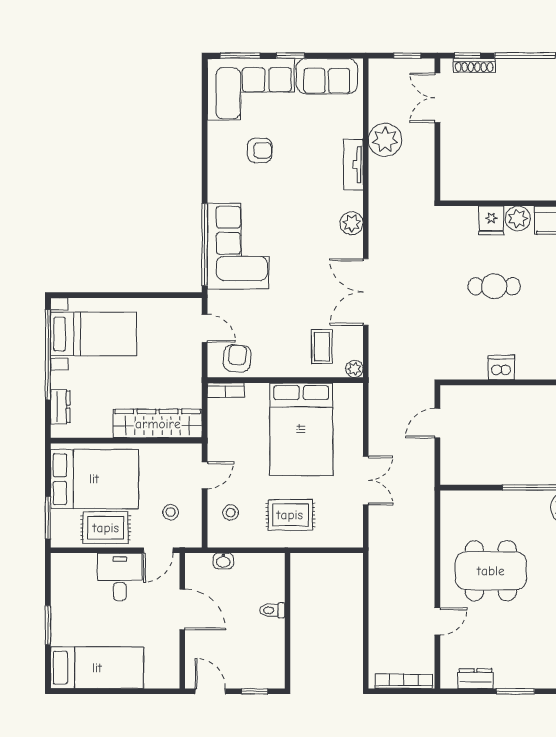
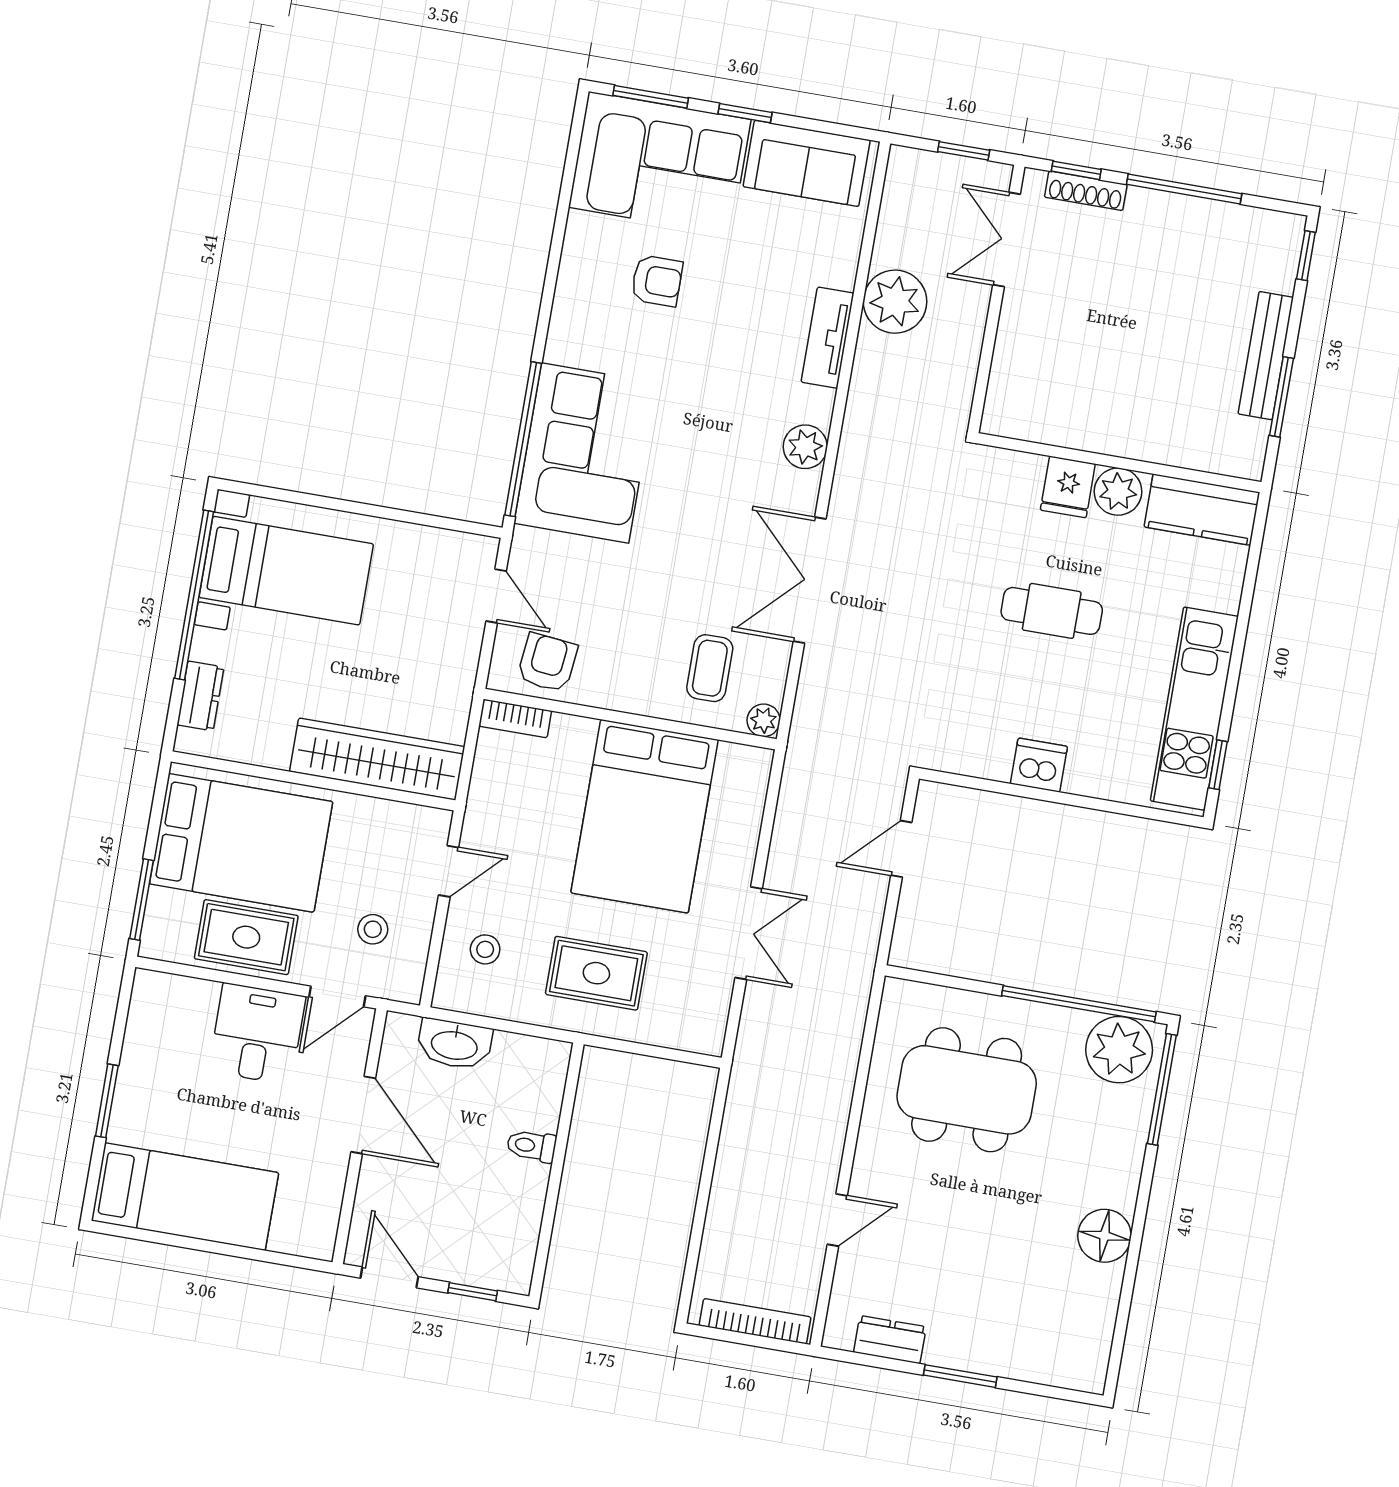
washbasin: (223, 561) -> (454, 1044), width x1.91, depth x1.45
dining table: (491, 571) -> (967, 1090), moved

